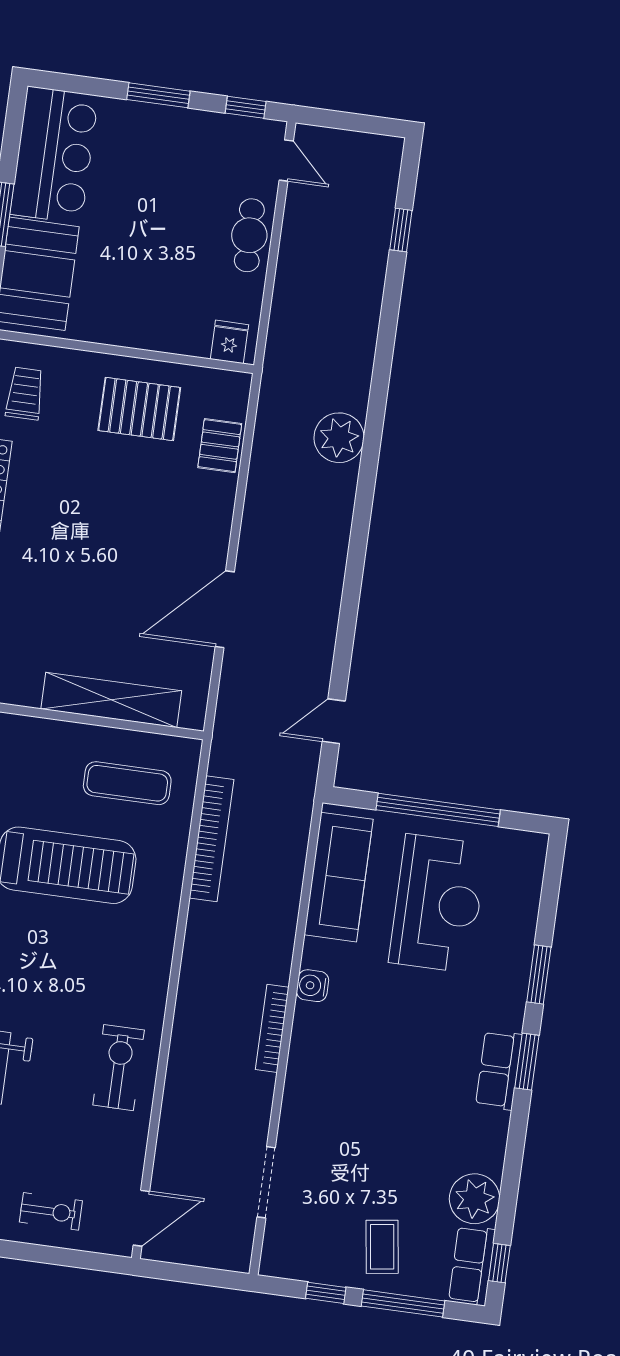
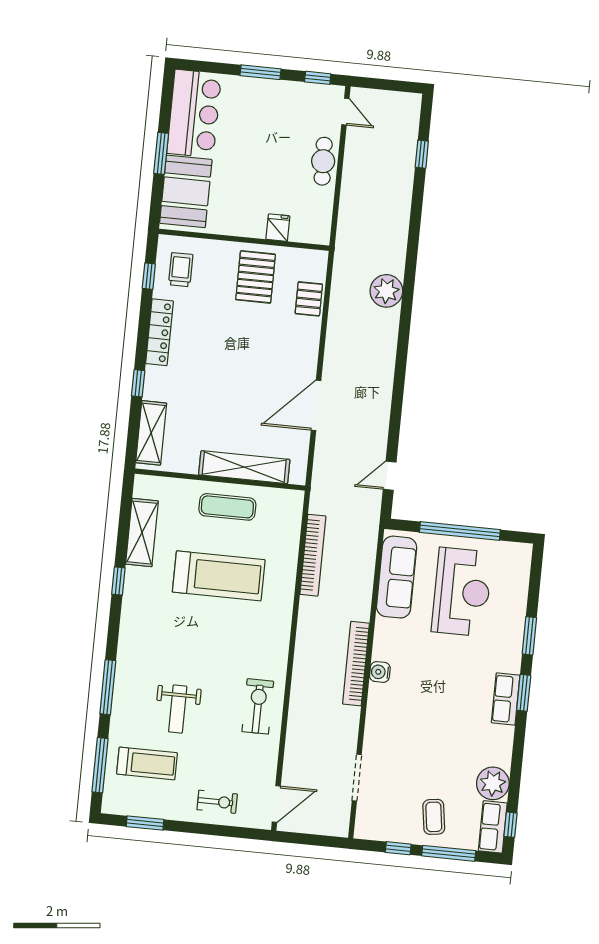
fridge: (229, 342) -> (278, 228), moved
pallet: (139, 409) -> (256, 277), turned 90
exercise mat: (127, 783) -> (227, 507), moved
water cooler: (313, 986) -> (380, 672), moved
bookcase: (272, 1028) -> (356, 664), width x1.48, depth x1.31

